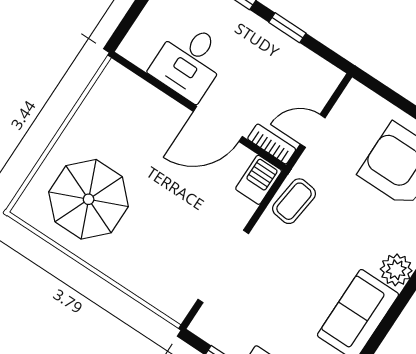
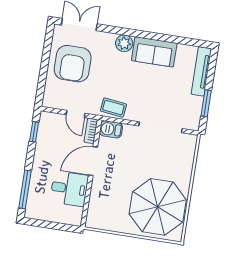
window: (287, 28) -> (34, 132), moved
door: (218, 124) -> (93, 161), swing flipped
parasol: (89, 199) -> (158, 207), width x1.36, depth x1.36

